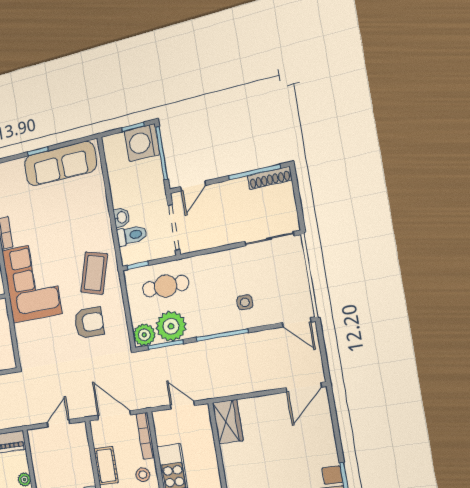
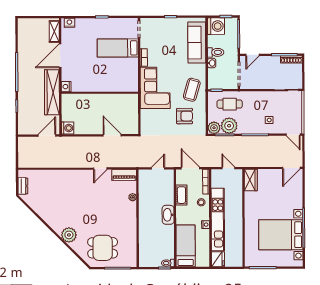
washing machine: (142, 143) -> (216, 26), moved, turned 180
sofa: (60, 164) -> (197, 43), moved, turned 90
toilet: (132, 235) -> (216, 52), moved

